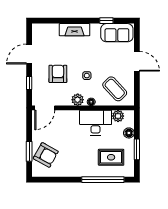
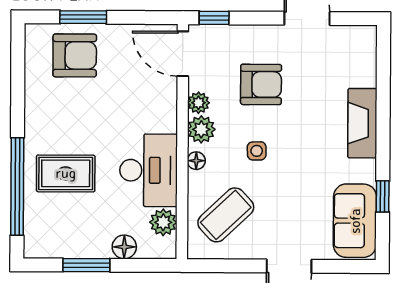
window: (29, 83) -> (214, 18), moved
plant: (66, 101) -> (198, 103), added
armchair: (46, 155) -> (75, 55), turned -119
rug: (111, 157) -> (66, 173), moved, turned 90

